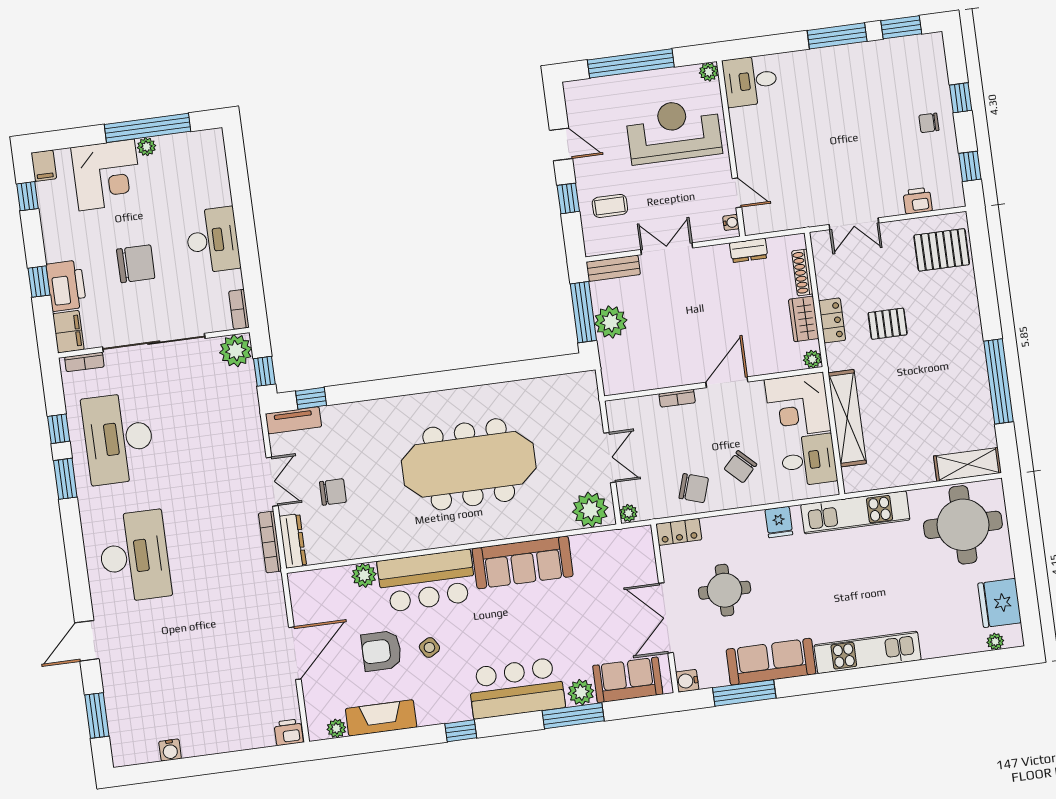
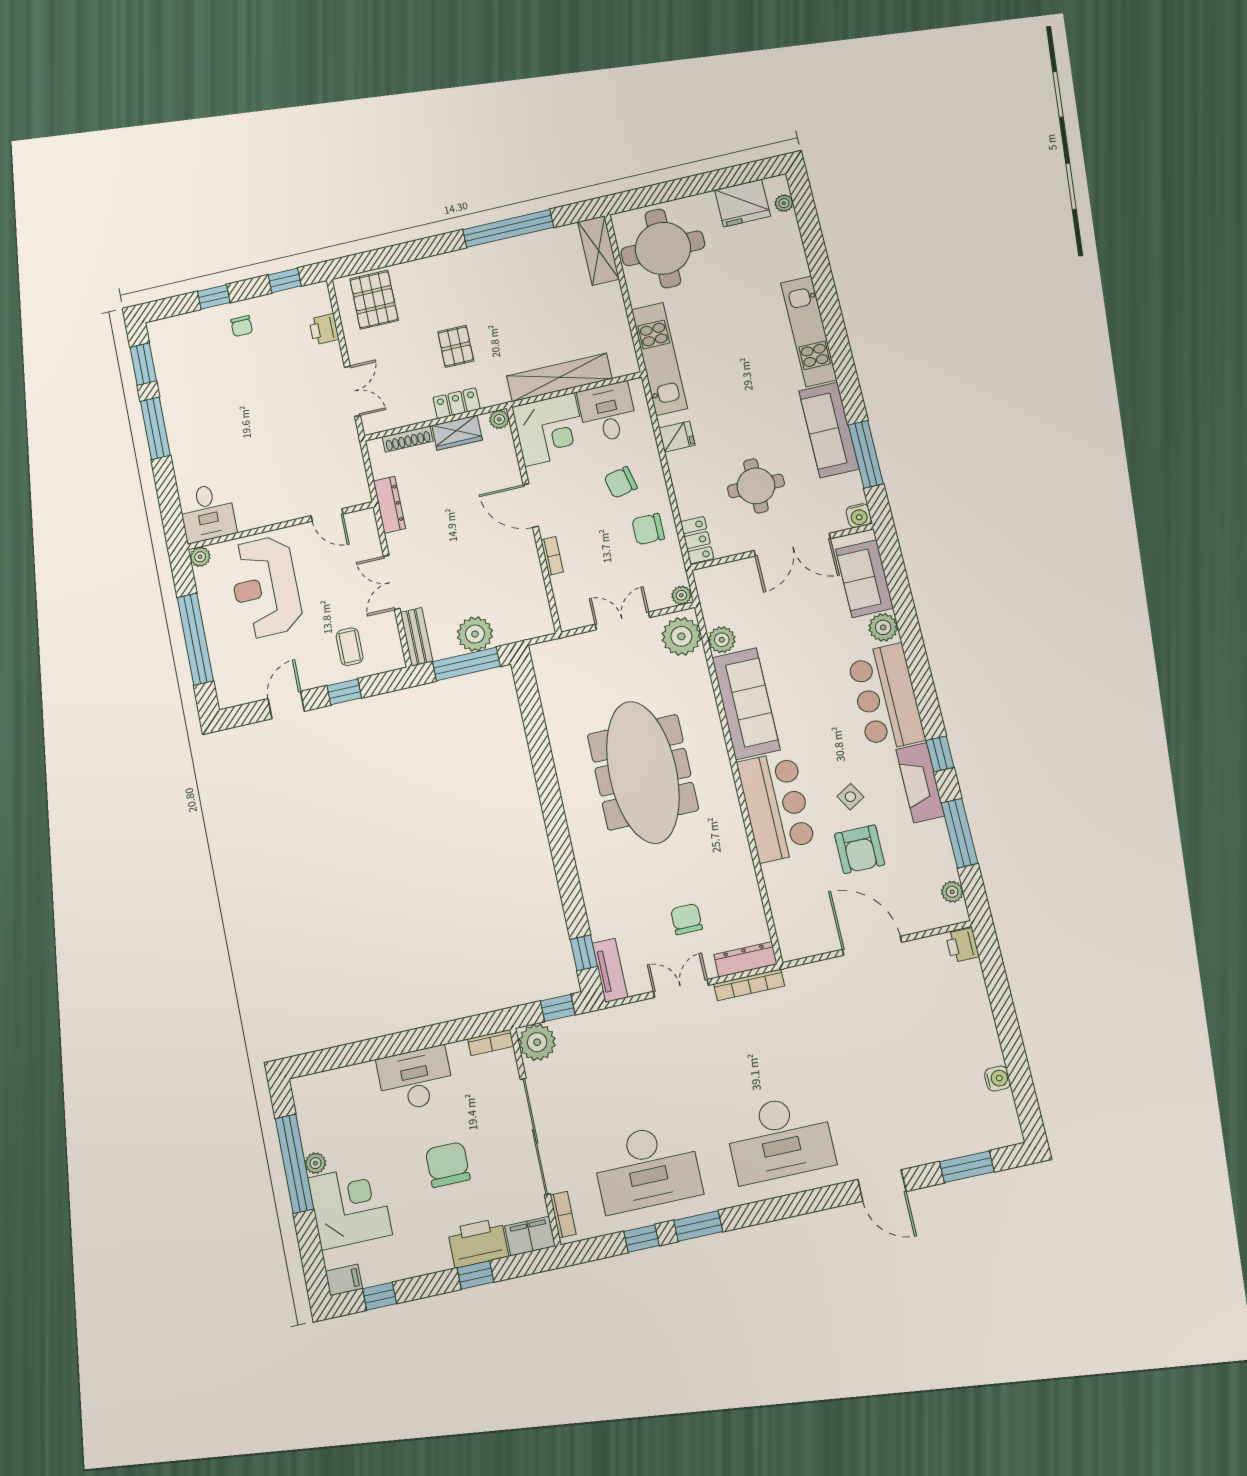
door: (737, 193) -> (327, 515), swing flipped
water cooler: (731, 222) -> (359, 518), removed
dresser: (749, 250) -> (389, 505), width x1.44
chair: (740, 467) -> (621, 482), turned 124
chair: (694, 488) -> (648, 529), turned -108
desk: (134, 556) -> (780, 1139), turned 180
plant: (364, 575) -> (722, 640), moved
window: (573, 716) -> (960, 833), moved
fireplace: (381, 718) -> (920, 783), moved

